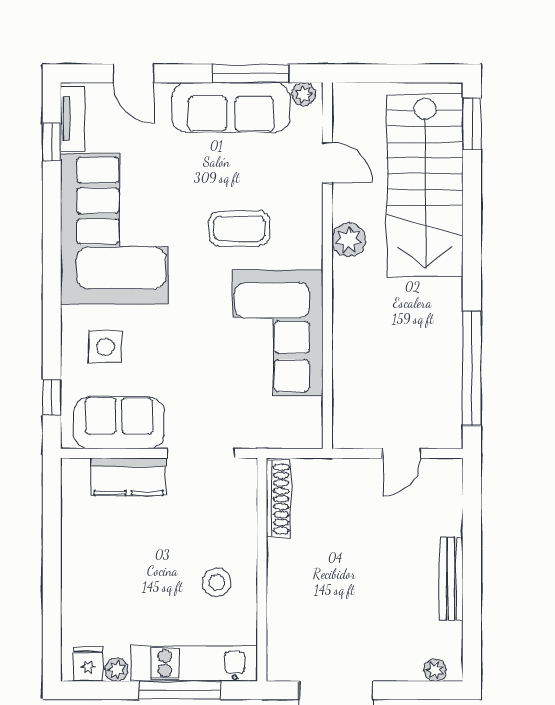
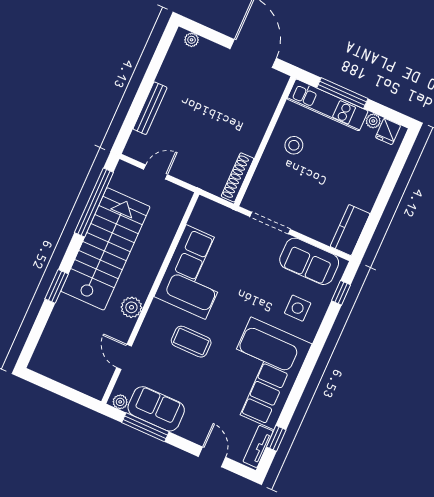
sofa: (231, 107) -> (156, 409), width x0.73
window: (472, 124) -> (57, 286), moved
stairs: (425, 185) -> (105, 249), moved
kitchen counter: (129, 476) -> (350, 230), moved, turned -90
bench: (451, 579) -> (150, 108), moved

